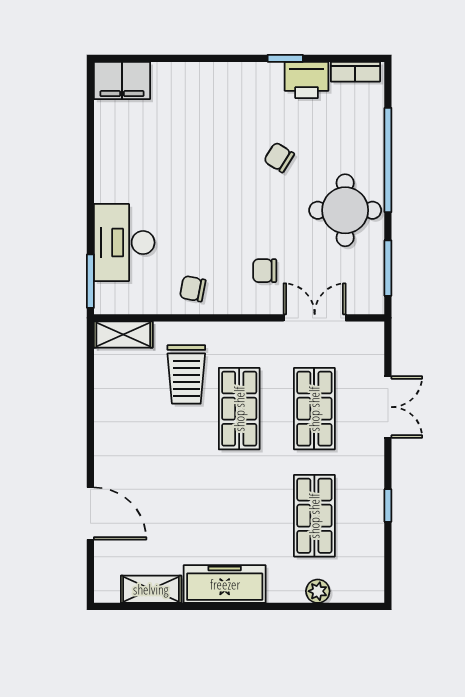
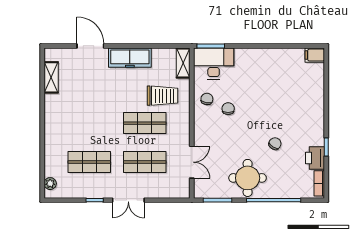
filing cabinet: (122, 81) -> (315, 55), width x0.50
desk: (124, 243) -> (214, 63), moved
chair: (265, 271) -> (228, 109), moved
trolley: (186, 374) -> (162, 96), turned 180
double door: (388, 407) -> (128, 200), moved
door: (90, 514) -> (90, 46), swing flipped
freezer: (225, 584) -> (130, 58), moved, turned 90
plant: (318, 591) -> (50, 184), moved

